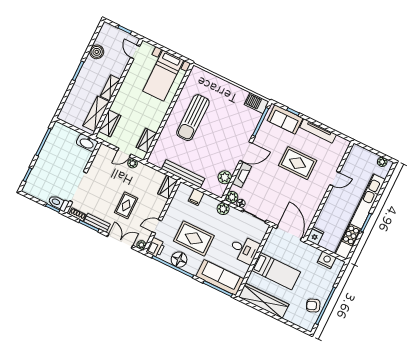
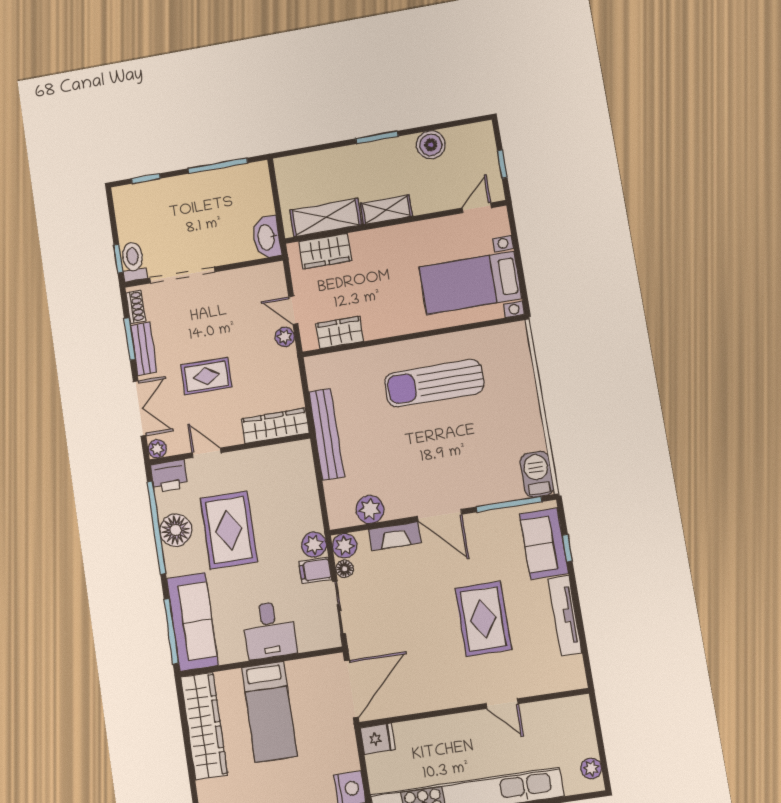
wardrobe: (168, 187) -> (275, 426), width x1.50
filing cabinet: (196, 197) -> (315, 570), moved

